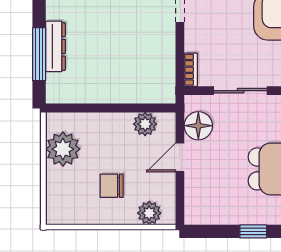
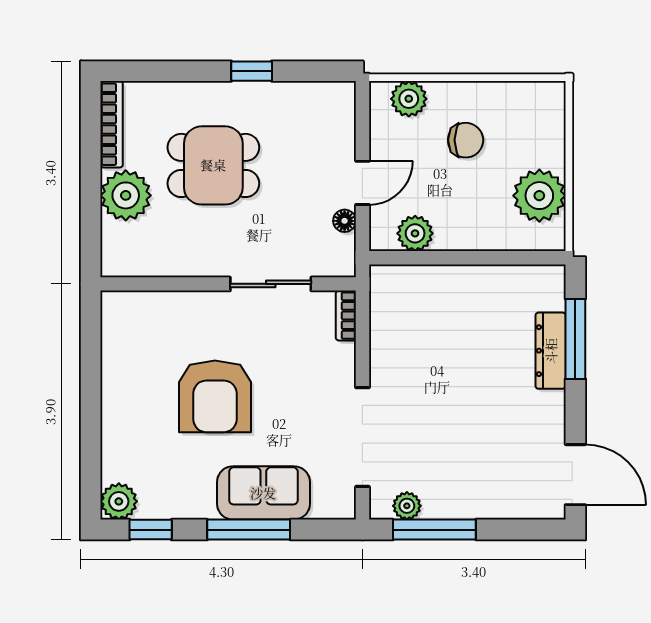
floor lamp: (198, 126) -> (345, 221), width x0.53, depth x0.53

